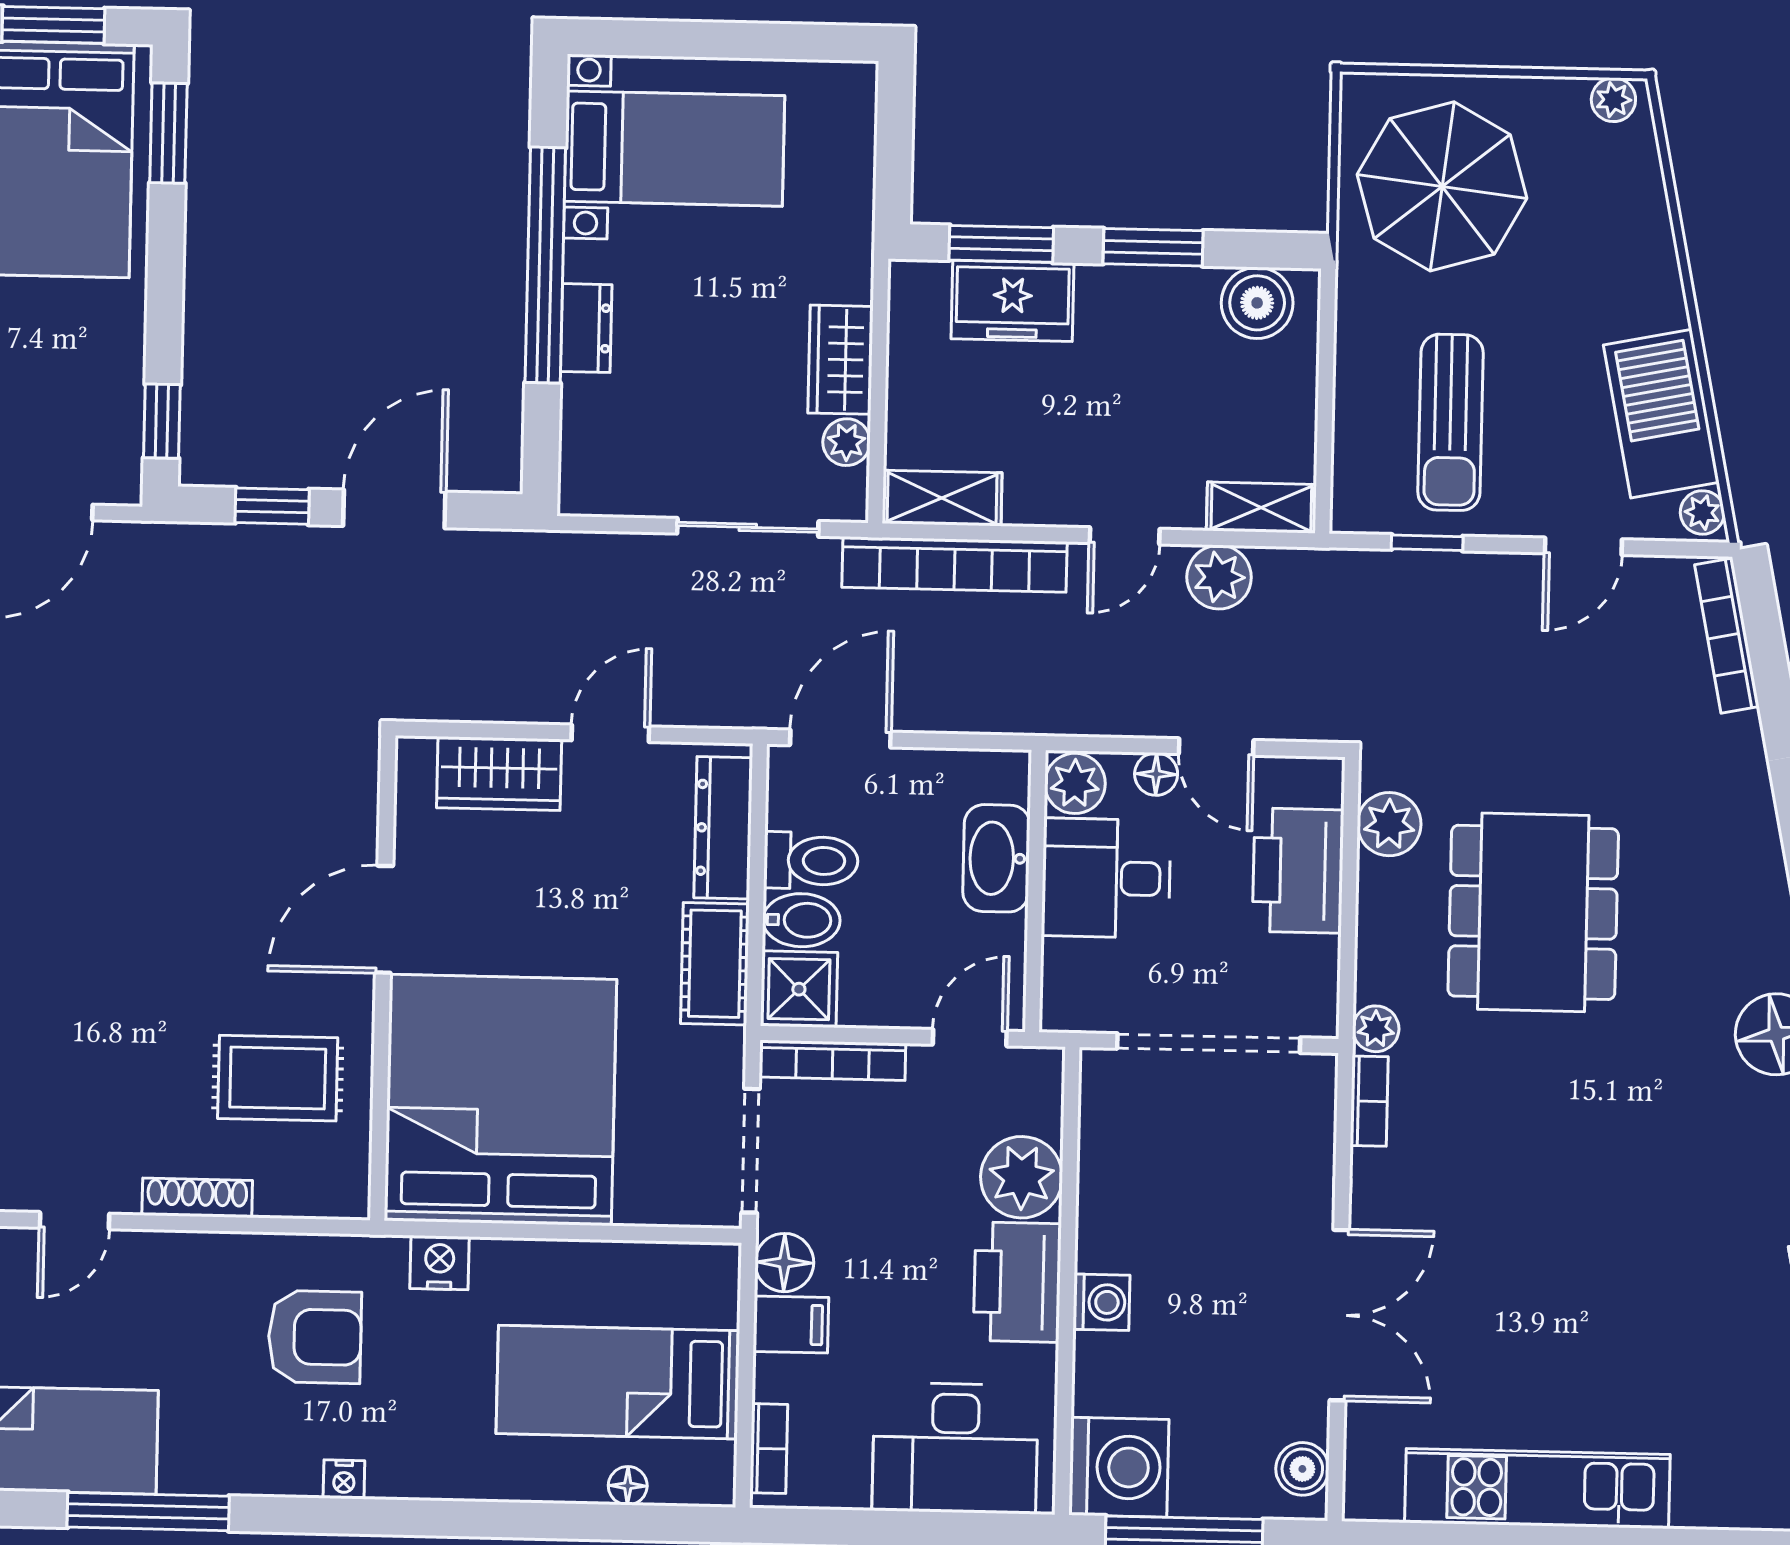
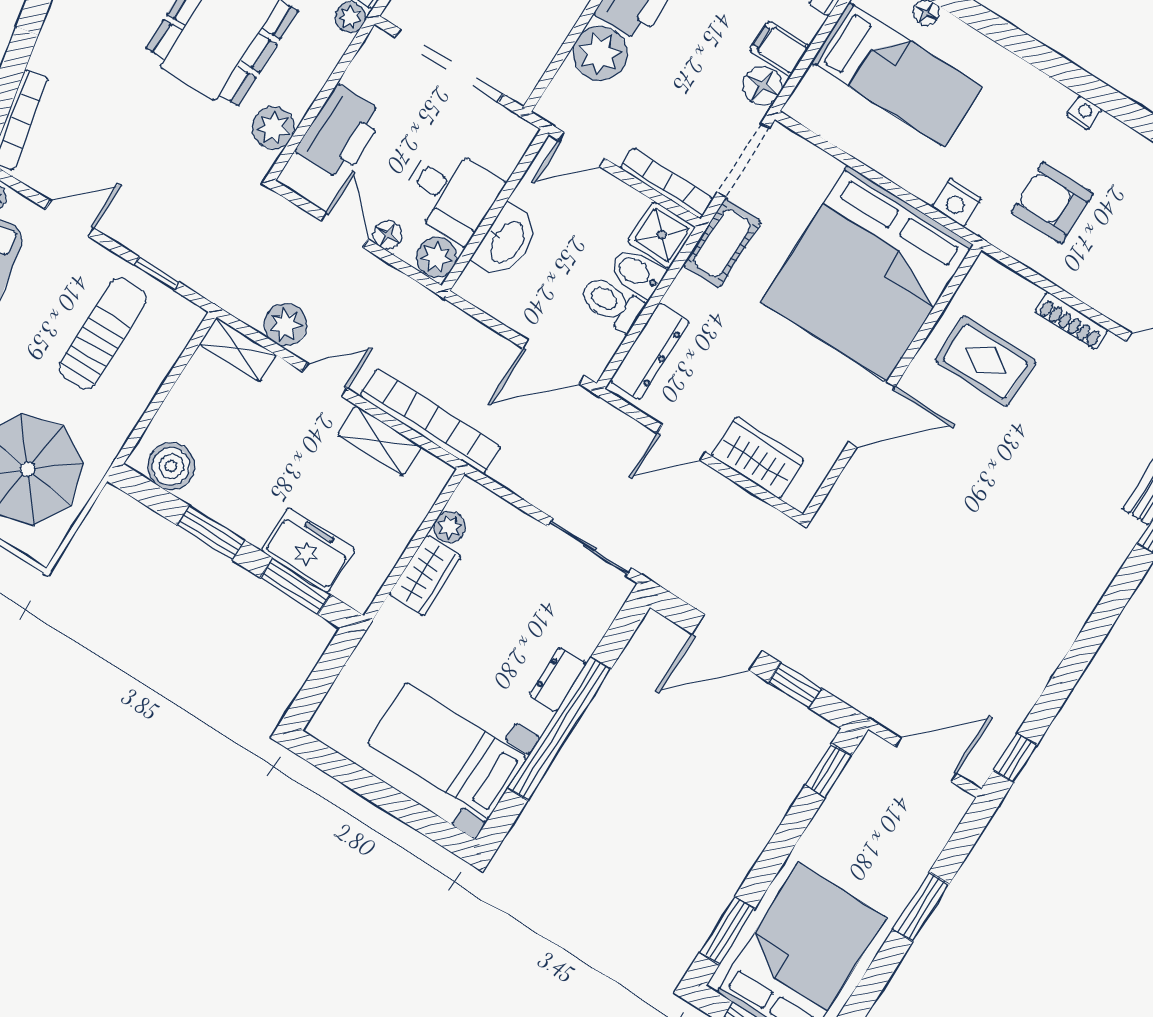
shelving: (942, 498) -> (380, 441), moved
sliding door: (748, 527) -> (590, 547), moved
cot: (715, 964) -> (722, 243), moved

